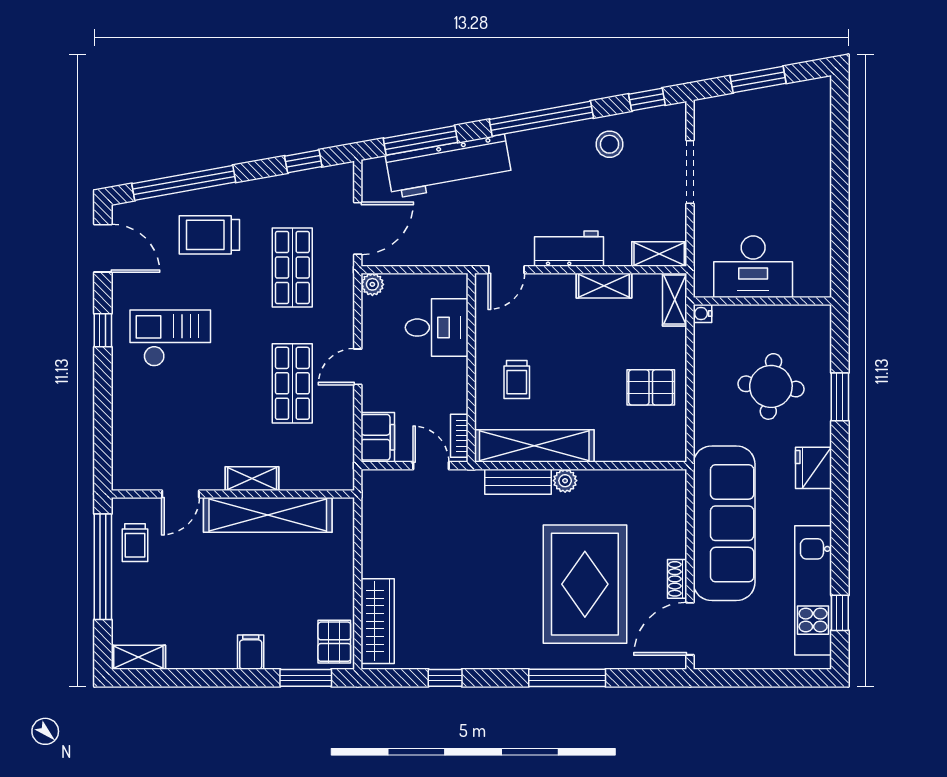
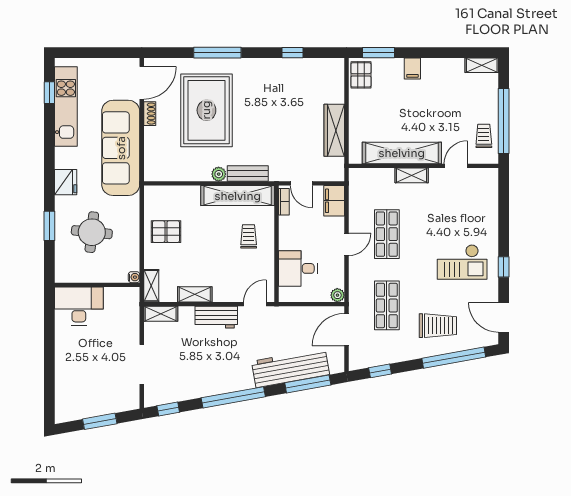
stool: (610, 144) -> (191, 381), removed
desk: (753, 267) -> (79, 306), moved
wardrobe: (378, 621) -> (334, 130), moved

